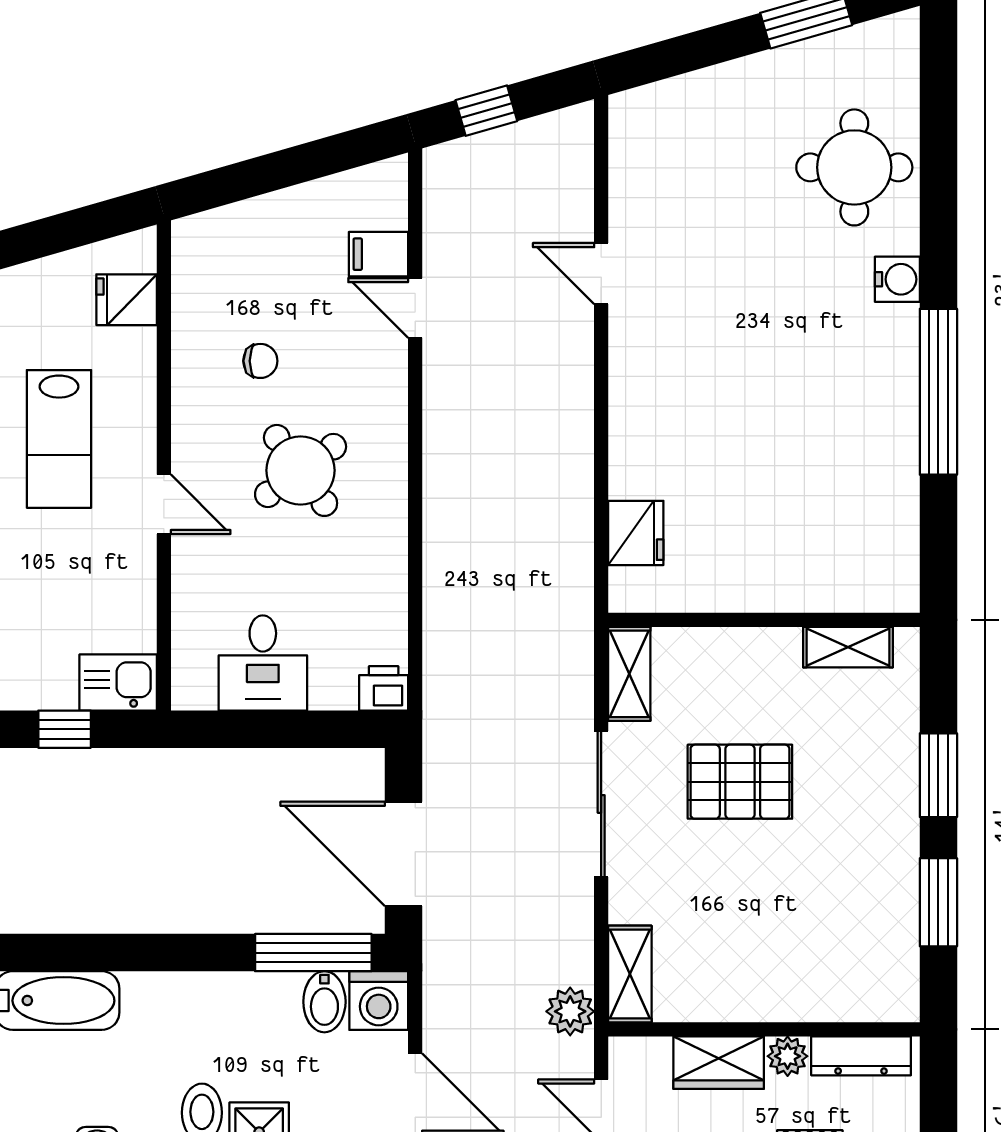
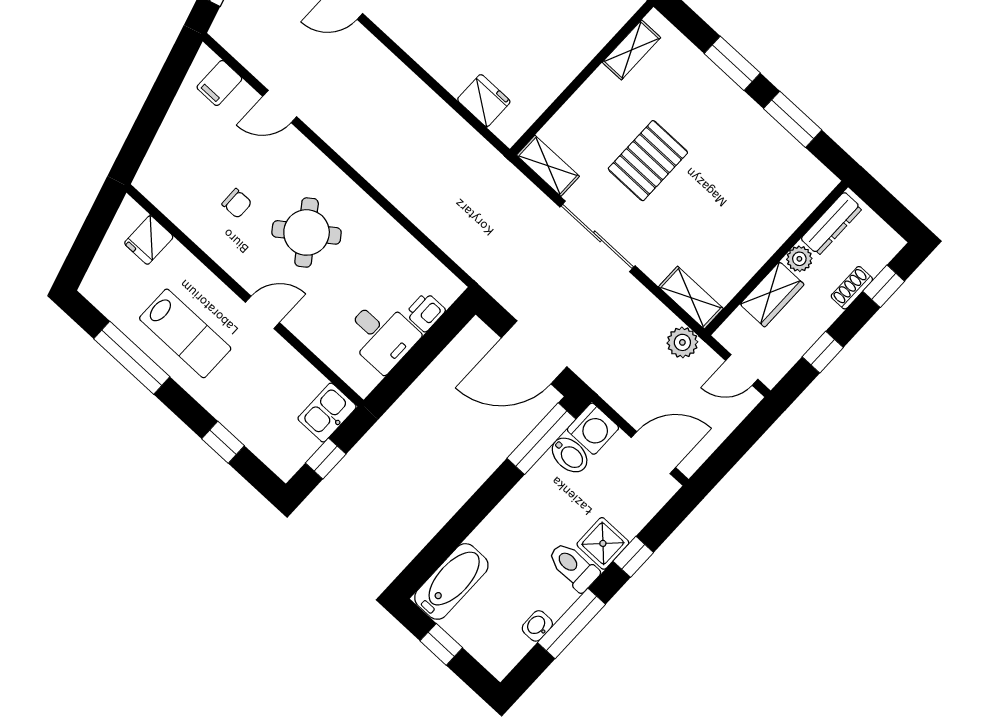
filing cabinet: (378, 254) -> (219, 83), moved
chair: (260, 361) -> (237, 203), turned 89
printer: (384, 688) -> (425, 312), moved

